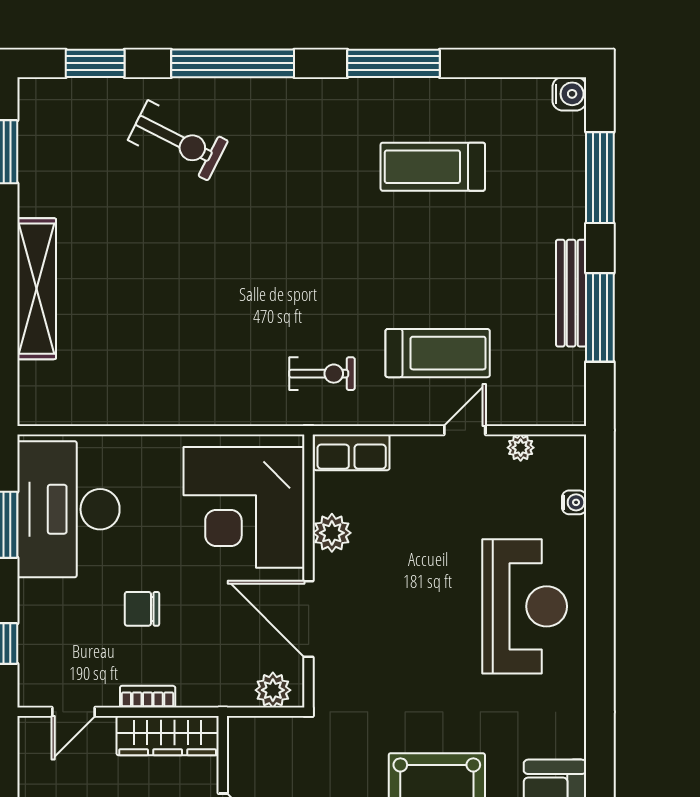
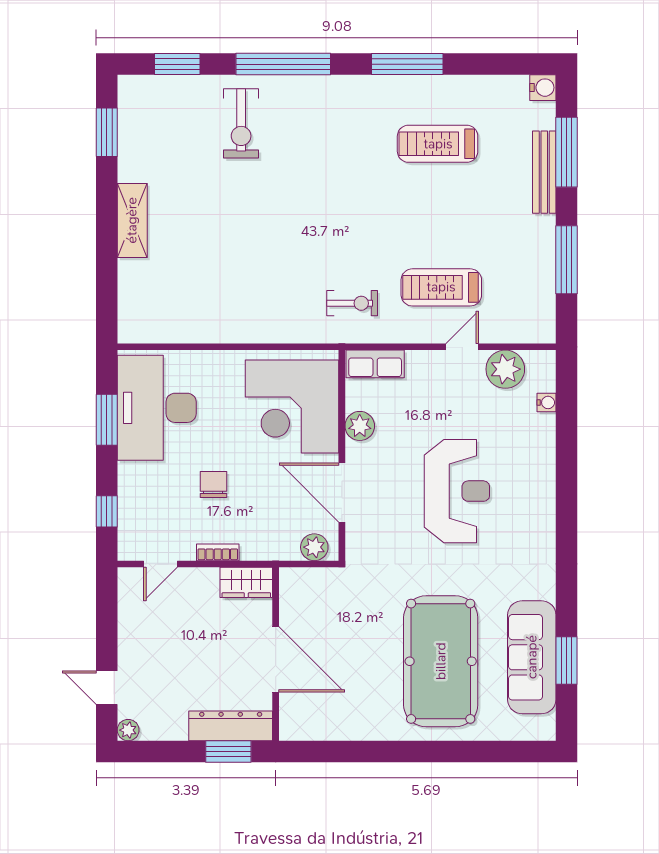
exercise bike: (178, 140) -> (241, 123), turned 63
shelving: (37, 289) -> (132, 220), width x0.68
bench: (571, 293) -> (544, 172), moved
treadmill: (438, 353) -> (441, 287), turned 180
plant: (521, 448) -> (505, 369), width x1.88, depth x1.88
reception desk: (525, 606) -> (457, 491), moved
chair: (142, 609) -> (213, 485), turned 90
wardrobe: (168, 736) -> (246, 582), width x0.67

